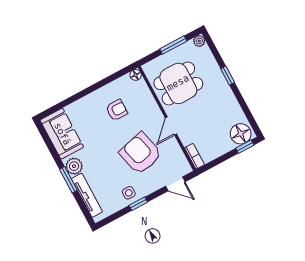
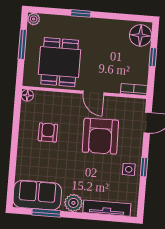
window: (245, 147) -> (153, 57), moved
armchair: (141, 153) -> (100, 136), turned -77
window: (68, 180) -> (46, 213), moved

